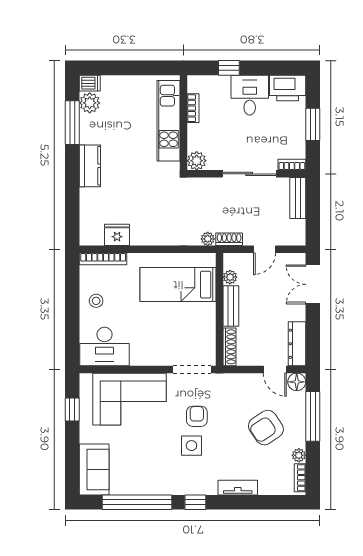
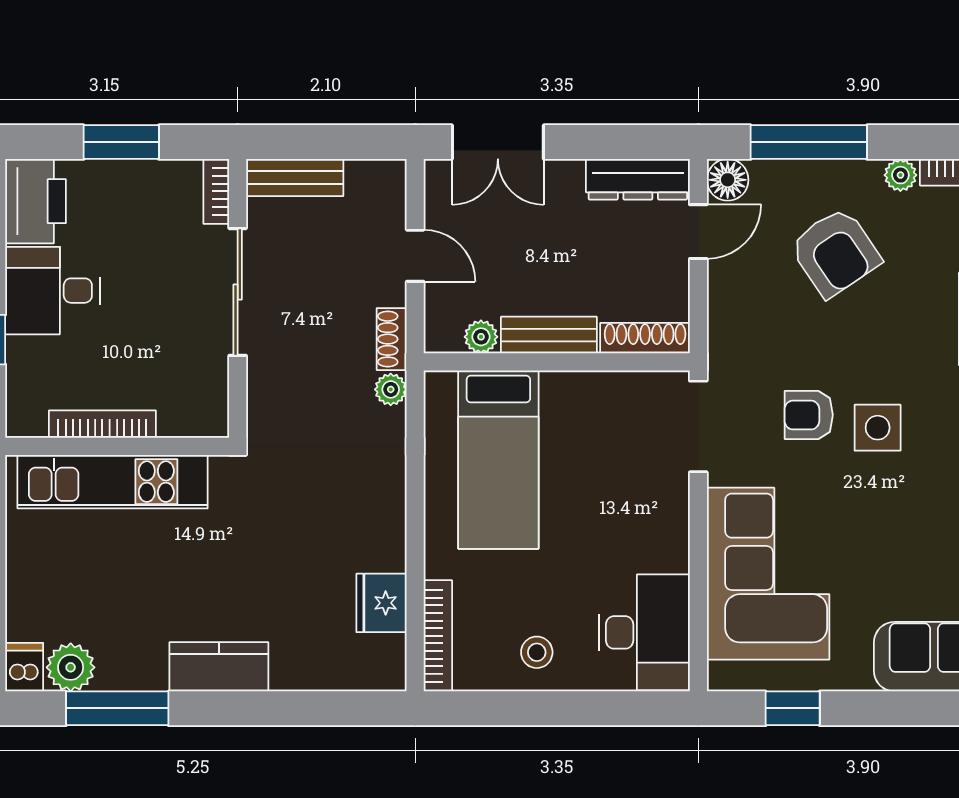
bookcase: (193, 108) -> (102, 424), width x1.56
plant: (197, 161) -> (207, 416), removed

